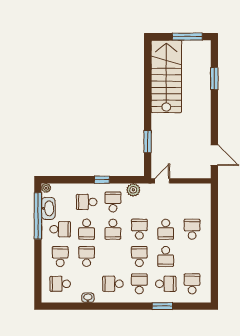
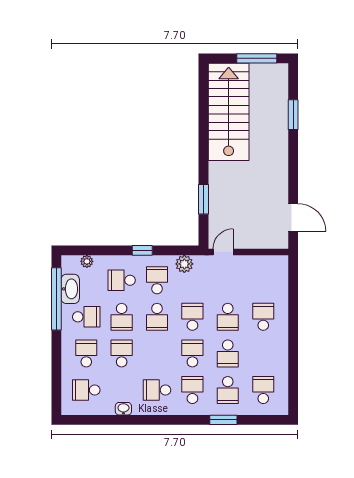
plant: (46, 188) -> (87, 261), moved
school desk: (166, 284) -> (228, 390), turned 90

